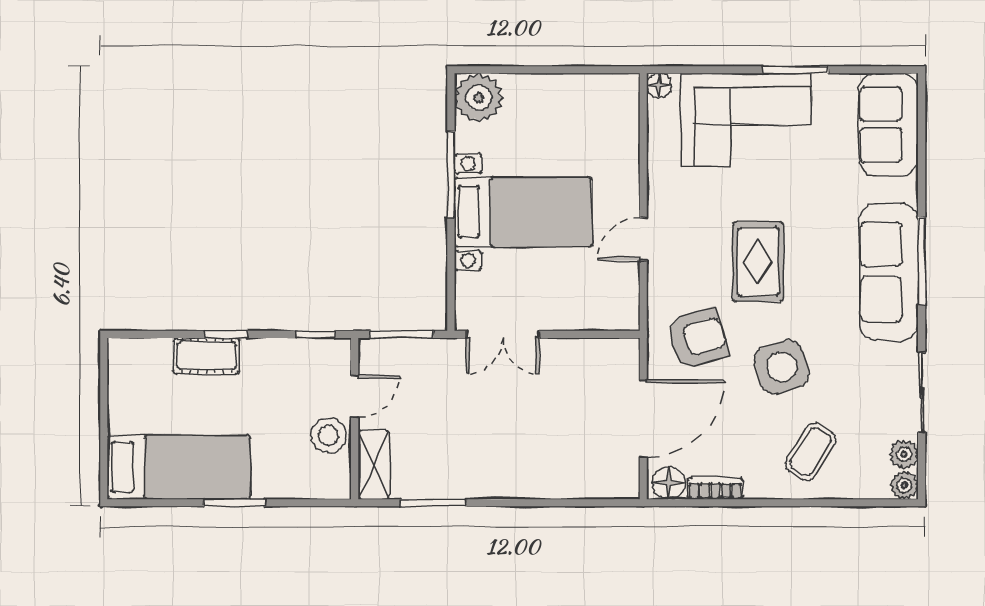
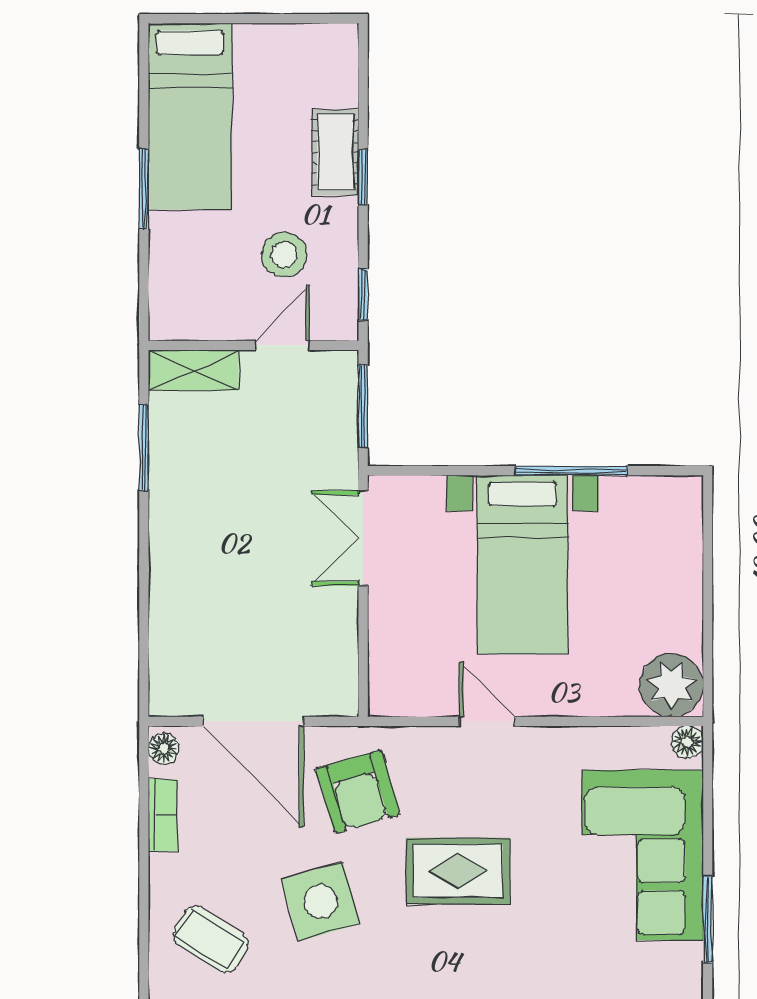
plant: (479, 98) -> (671, 685), moved
door: (355, 396) -> (282, 345), swing flipped
stool: (329, 435) -> (284, 255), moved
floor lamp: (669, 483) -> (164, 749), width x0.73, depth x0.73

